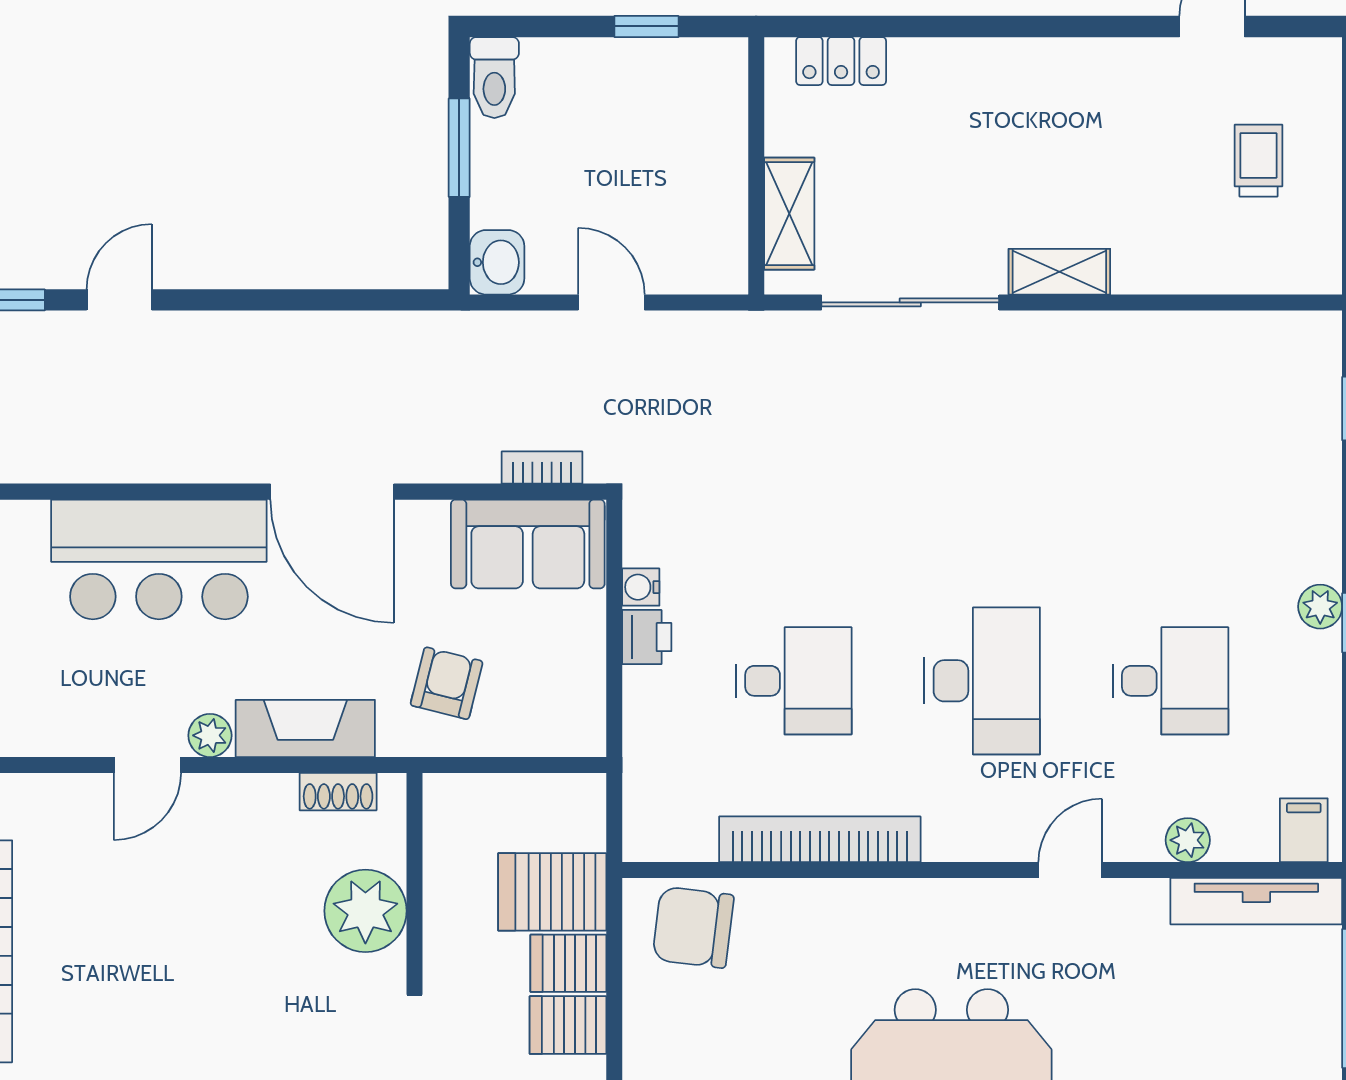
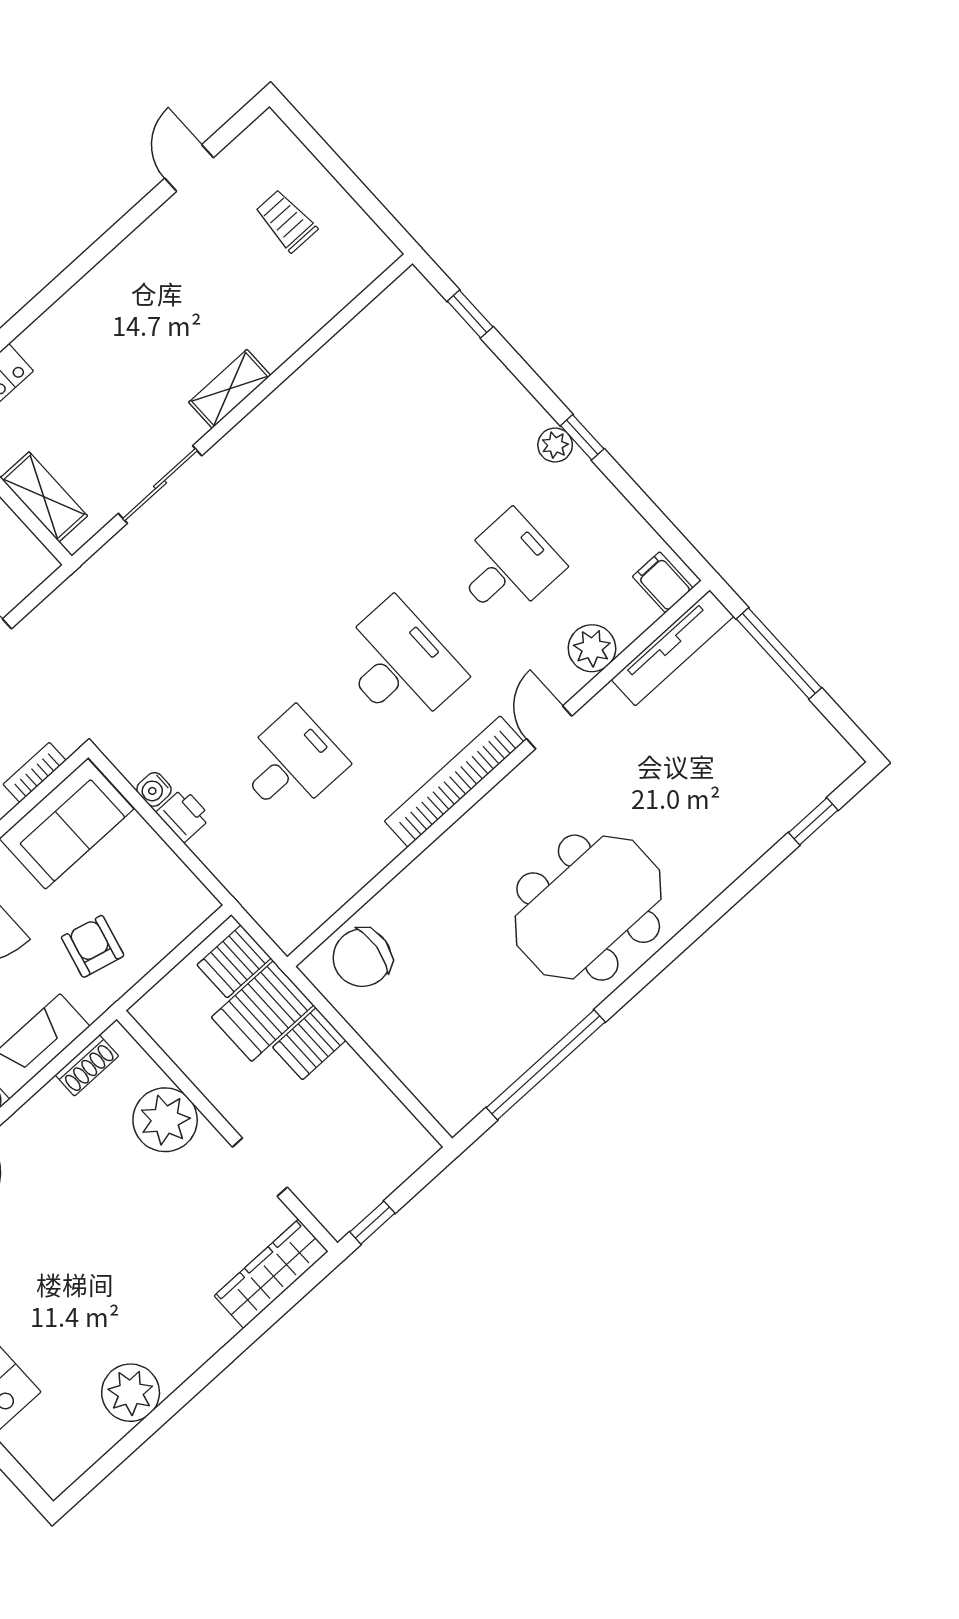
sliding door: (910, 302) -> (160, 485), width x0.73
bookcase: (820, 839) -> (454, 781), moved
plant: (1188, 840) -> (592, 648), width x1.38, depth x1.38
server rack: (568, 1025) -> (234, 962), moved

